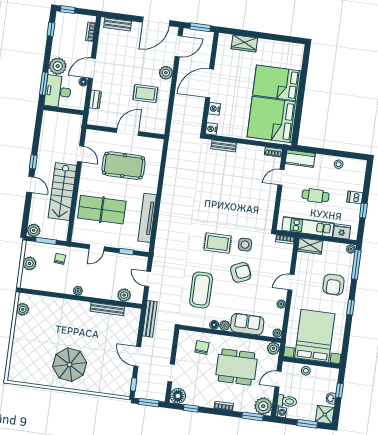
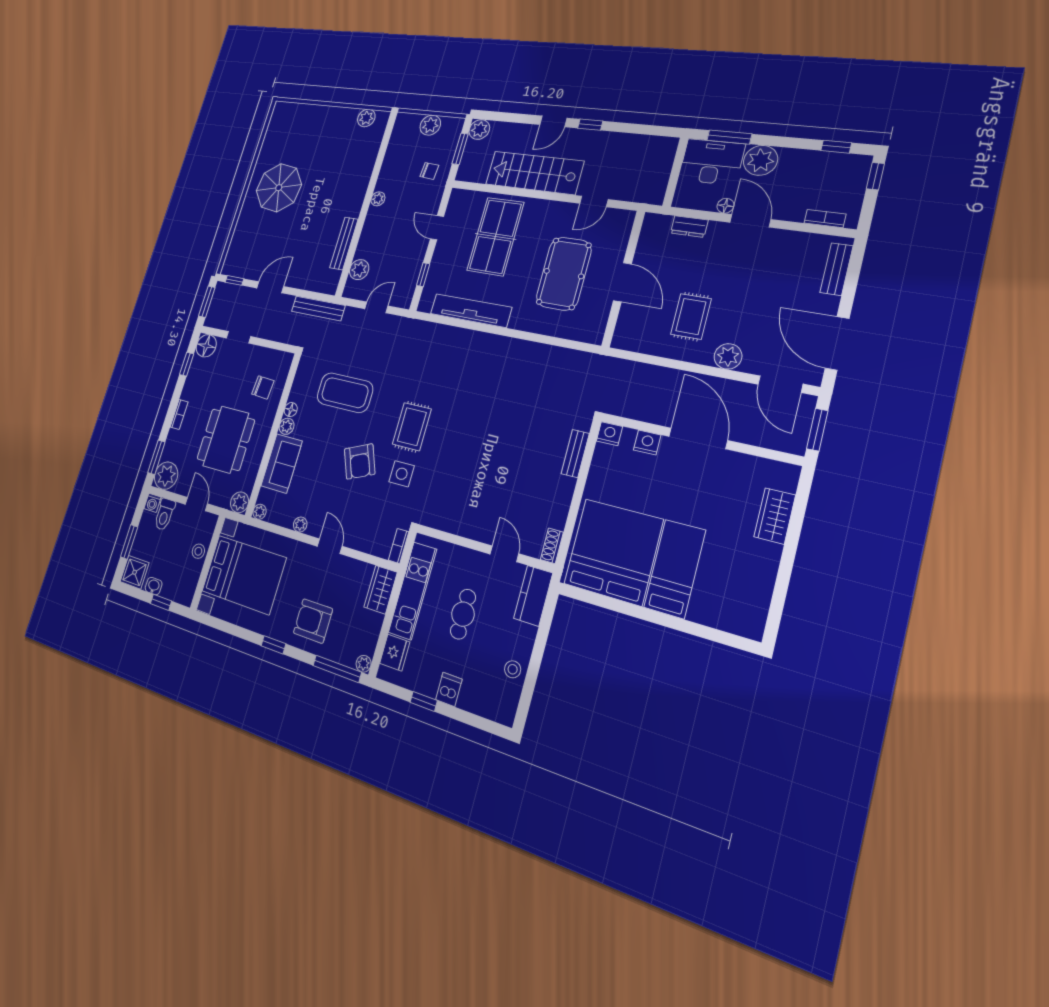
bed: (277, 83) -> (675, 569), width x0.67

